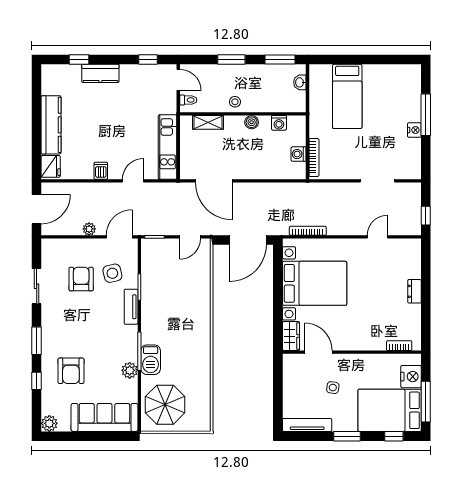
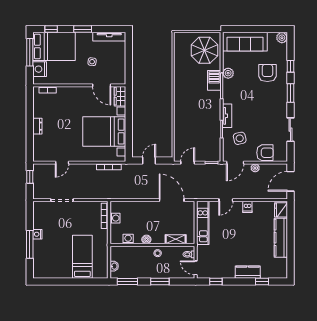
door: (248, 240) -> (149, 161), width x0.53
armchair: (81, 279) -> (265, 153), moved, turned -90

